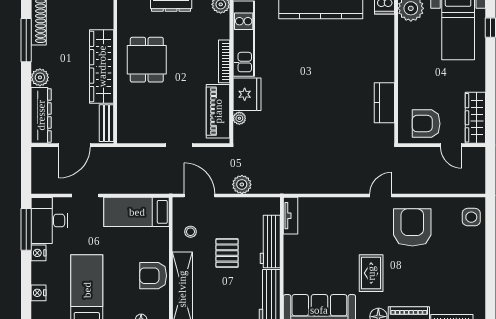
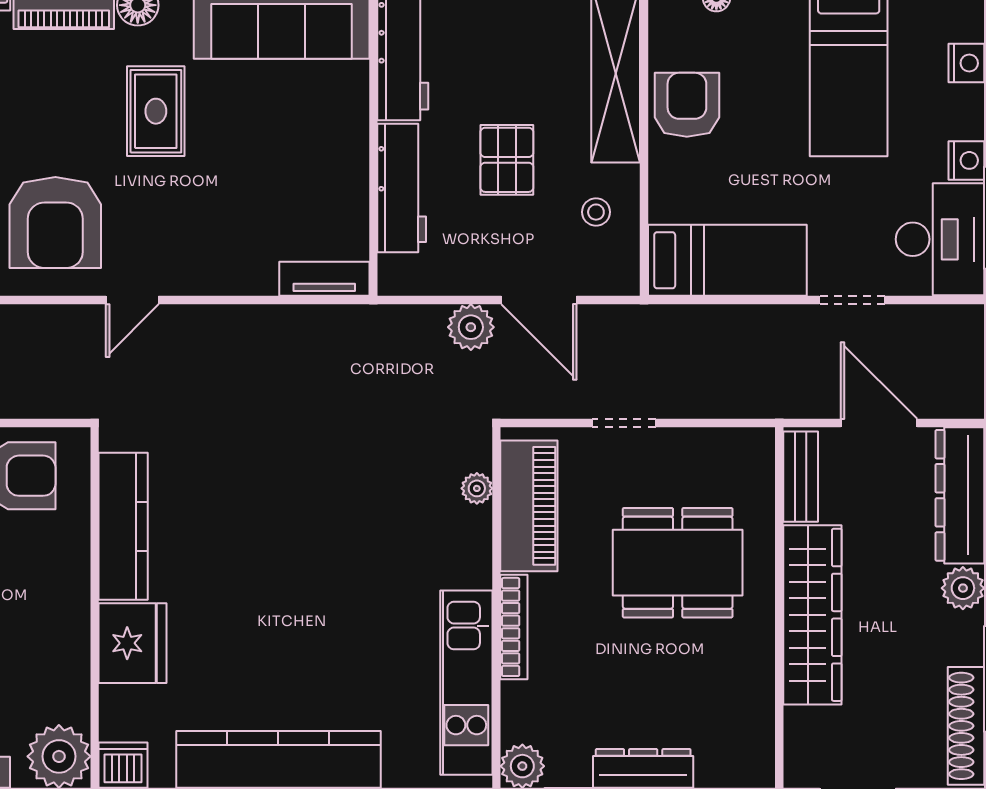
dining table: (147, 60) -> (678, 563), moved, width x1.38
fridge: (247, 94) -> (133, 643), moved, turned 180
kitchen counter: (384, 103) -> (123, 526), width x1.50
door: (74, 145) -> (879, 423), hinge flipped
door: (199, 196) -> (539, 300), moved
tv unit: (291, 216) -> (324, 279), moved, turned 90
armchair: (153, 276) -> (687, 105), turned -90

